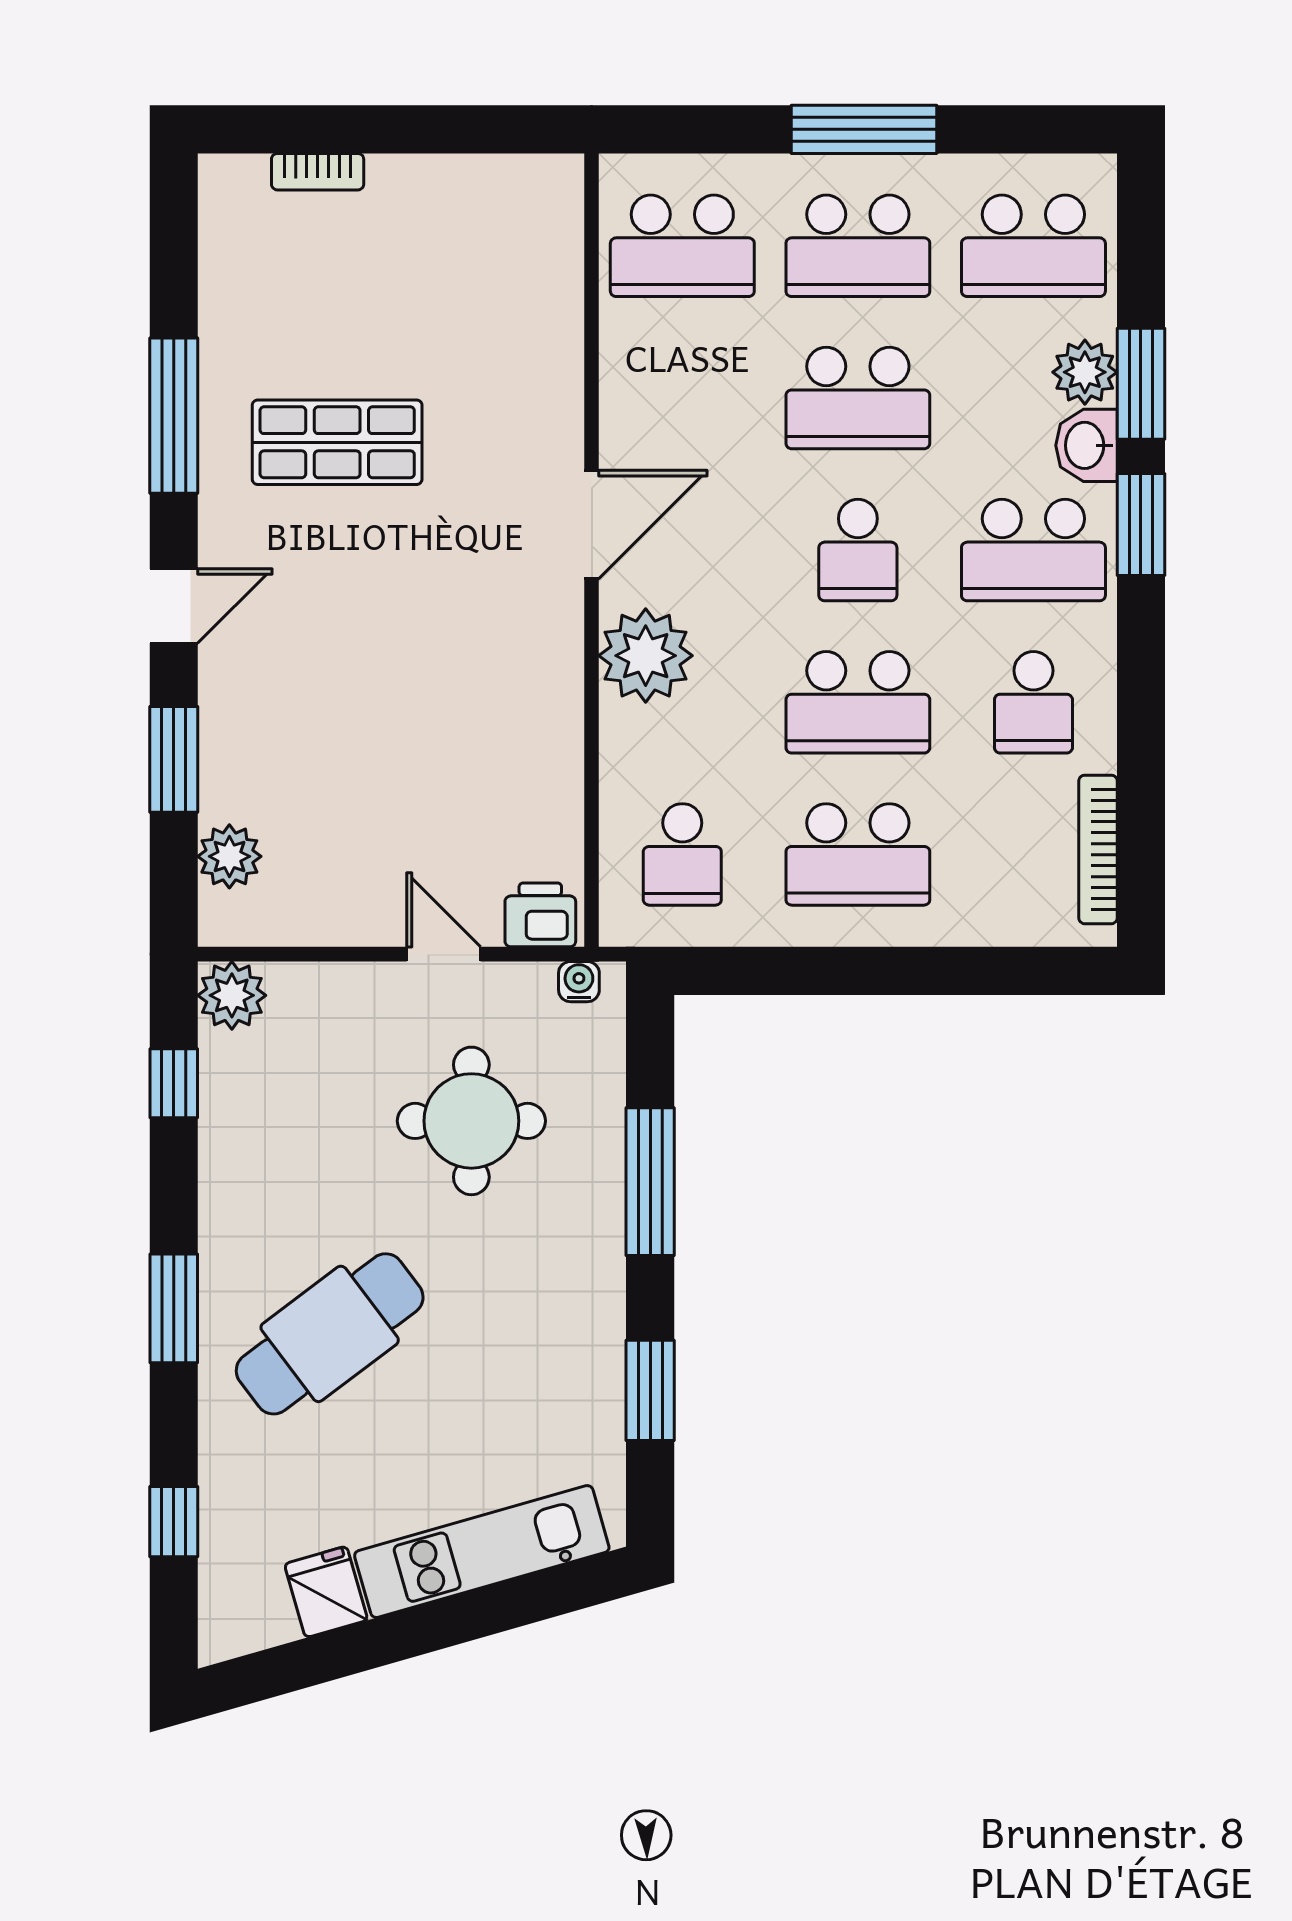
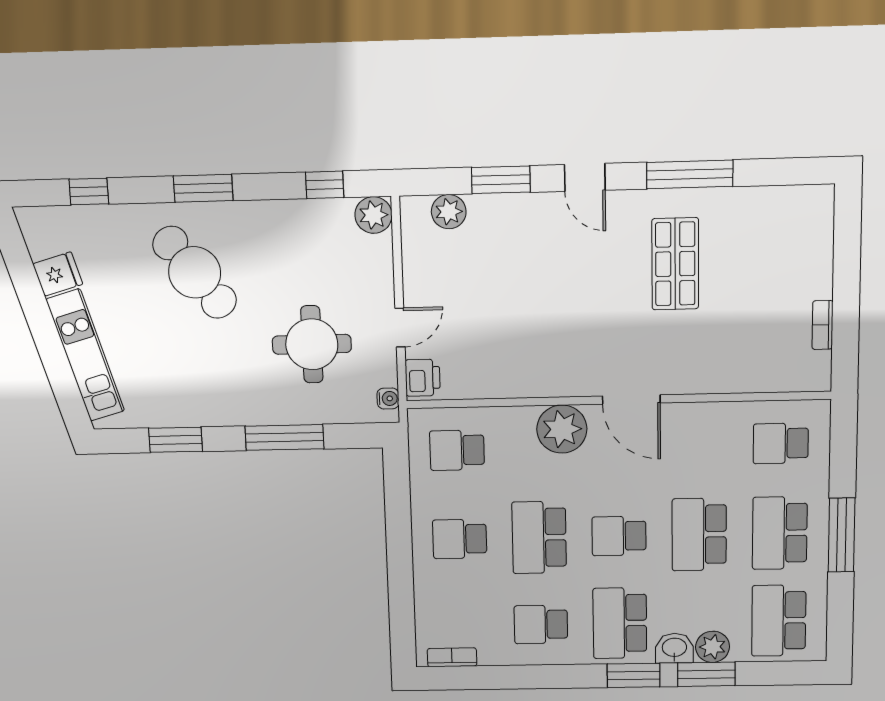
bookcase: (318, 172) -> (823, 325), moved
school desk: (682, 246) -> (781, 443), width x0.54
bookcase: (1098, 849) -> (452, 657), width x0.64
school desk: (858, 854) -> (460, 539), width x0.54

